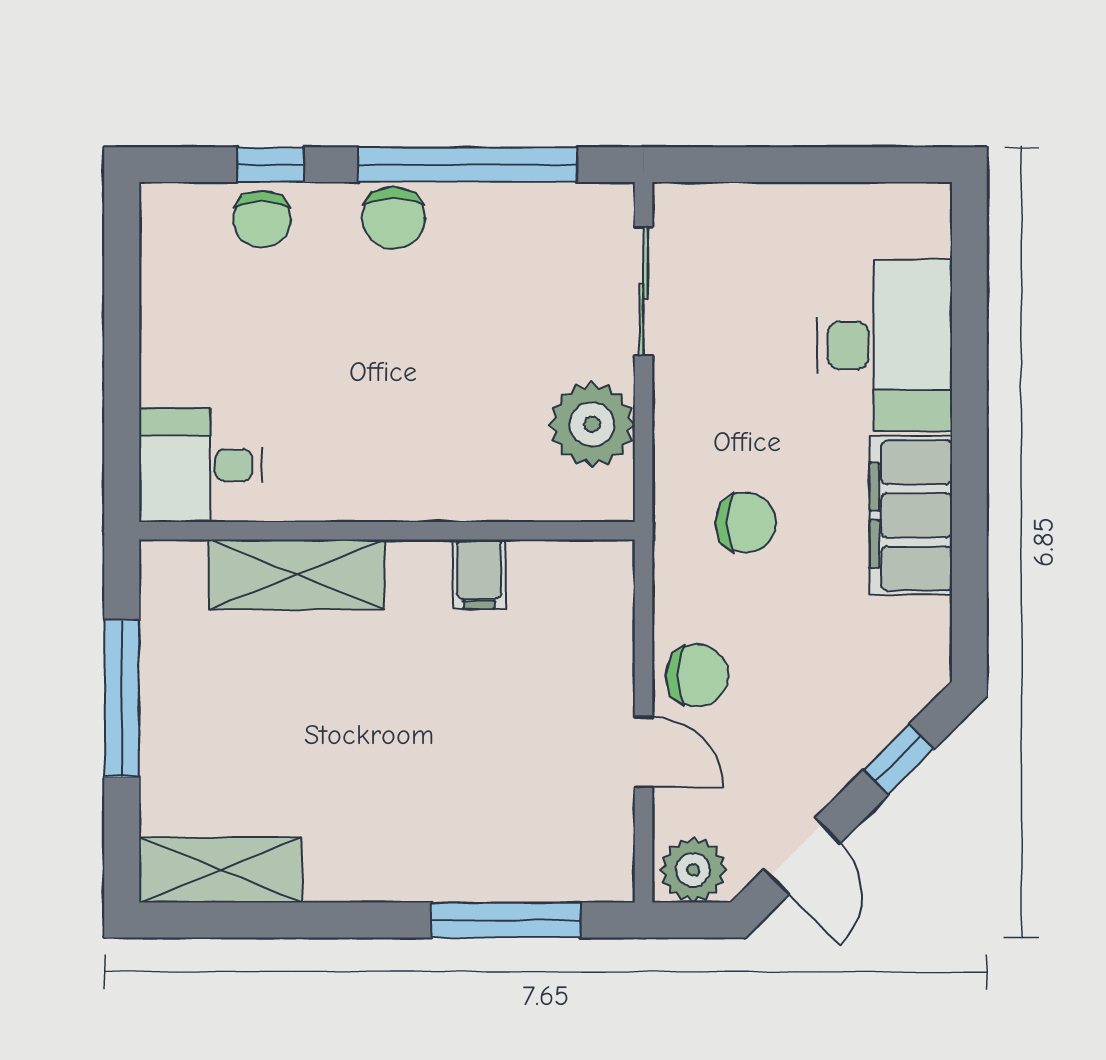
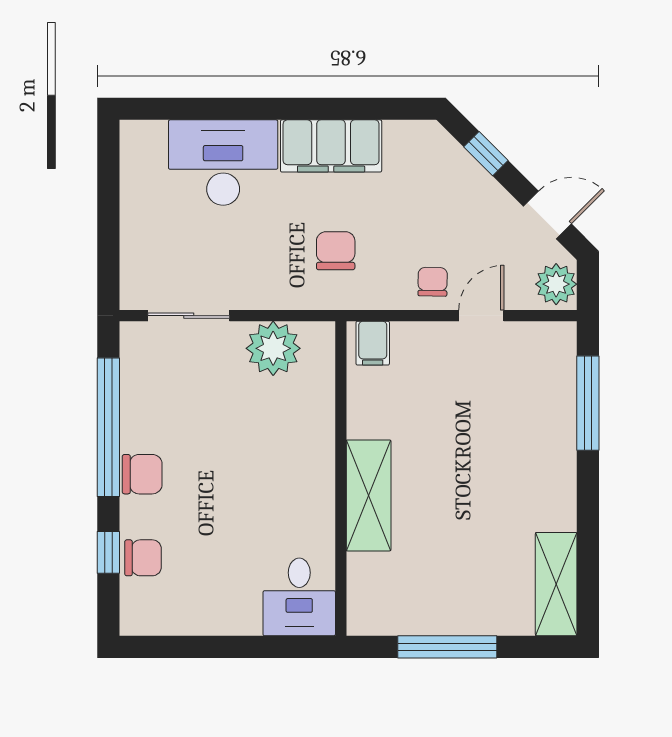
shelving: (297, 574) -> (369, 495), moved
filing cabinet: (479, 574) -> (373, 343), moved, turned 90
chair: (697, 675) -> (433, 282), width x0.73, depth x0.73

